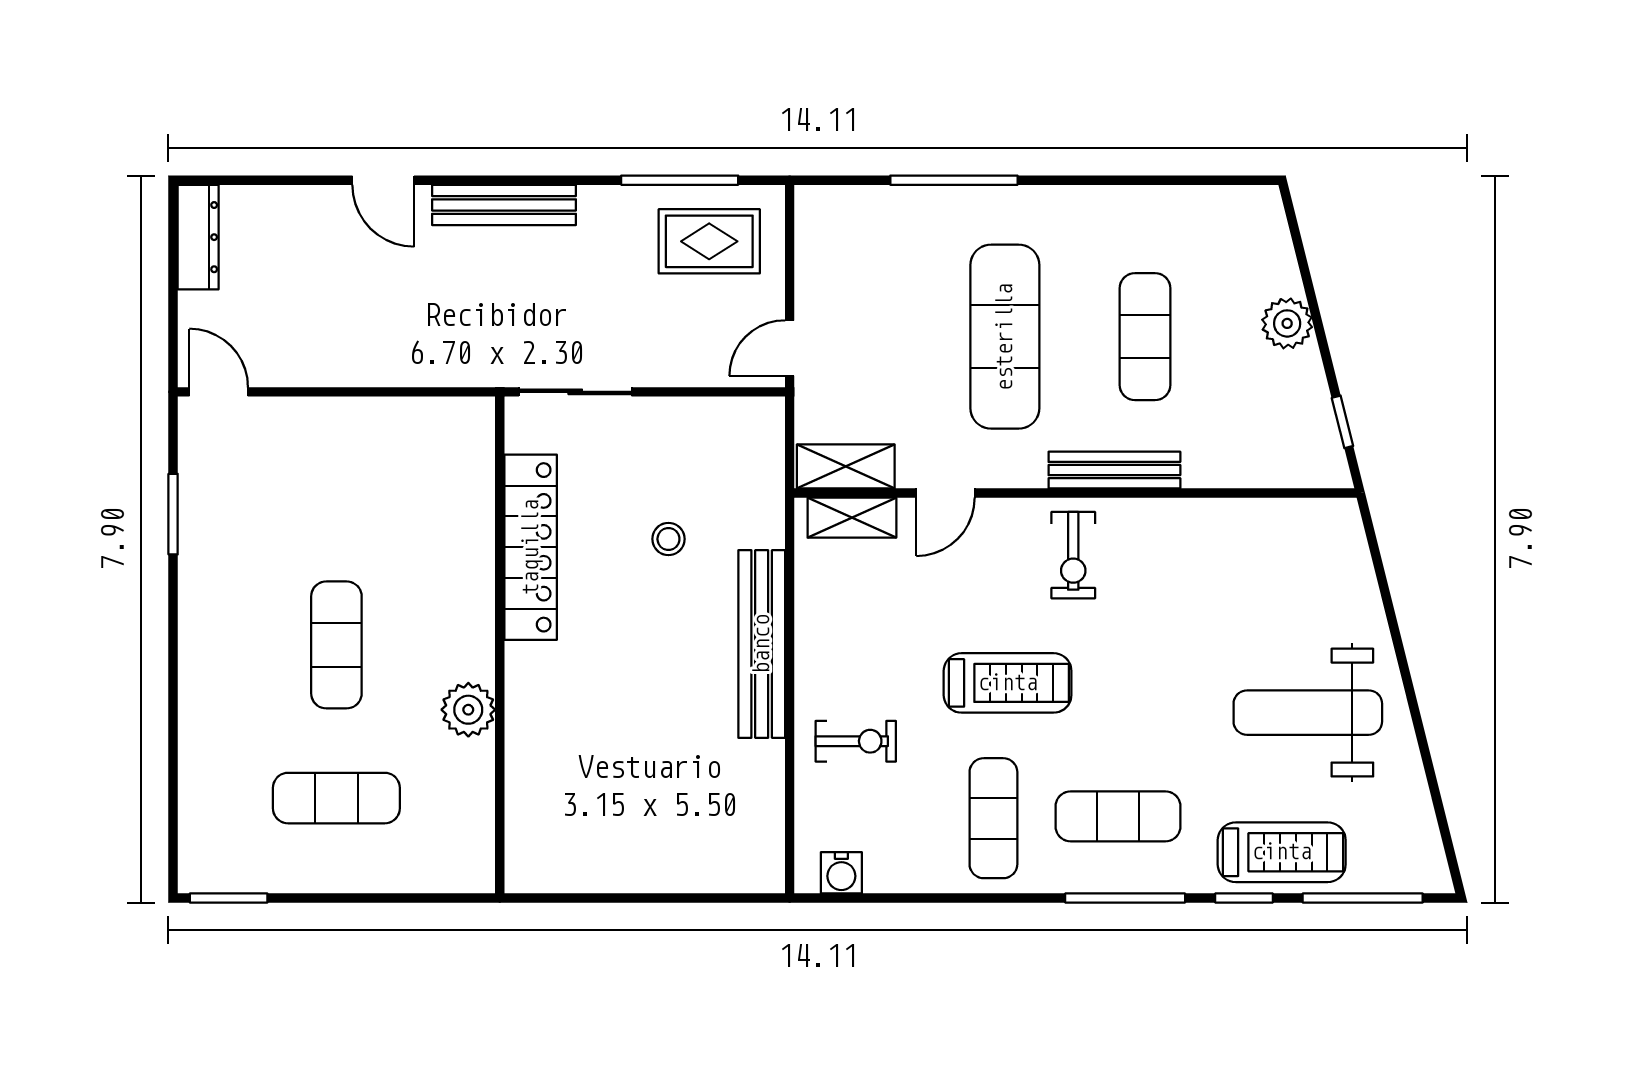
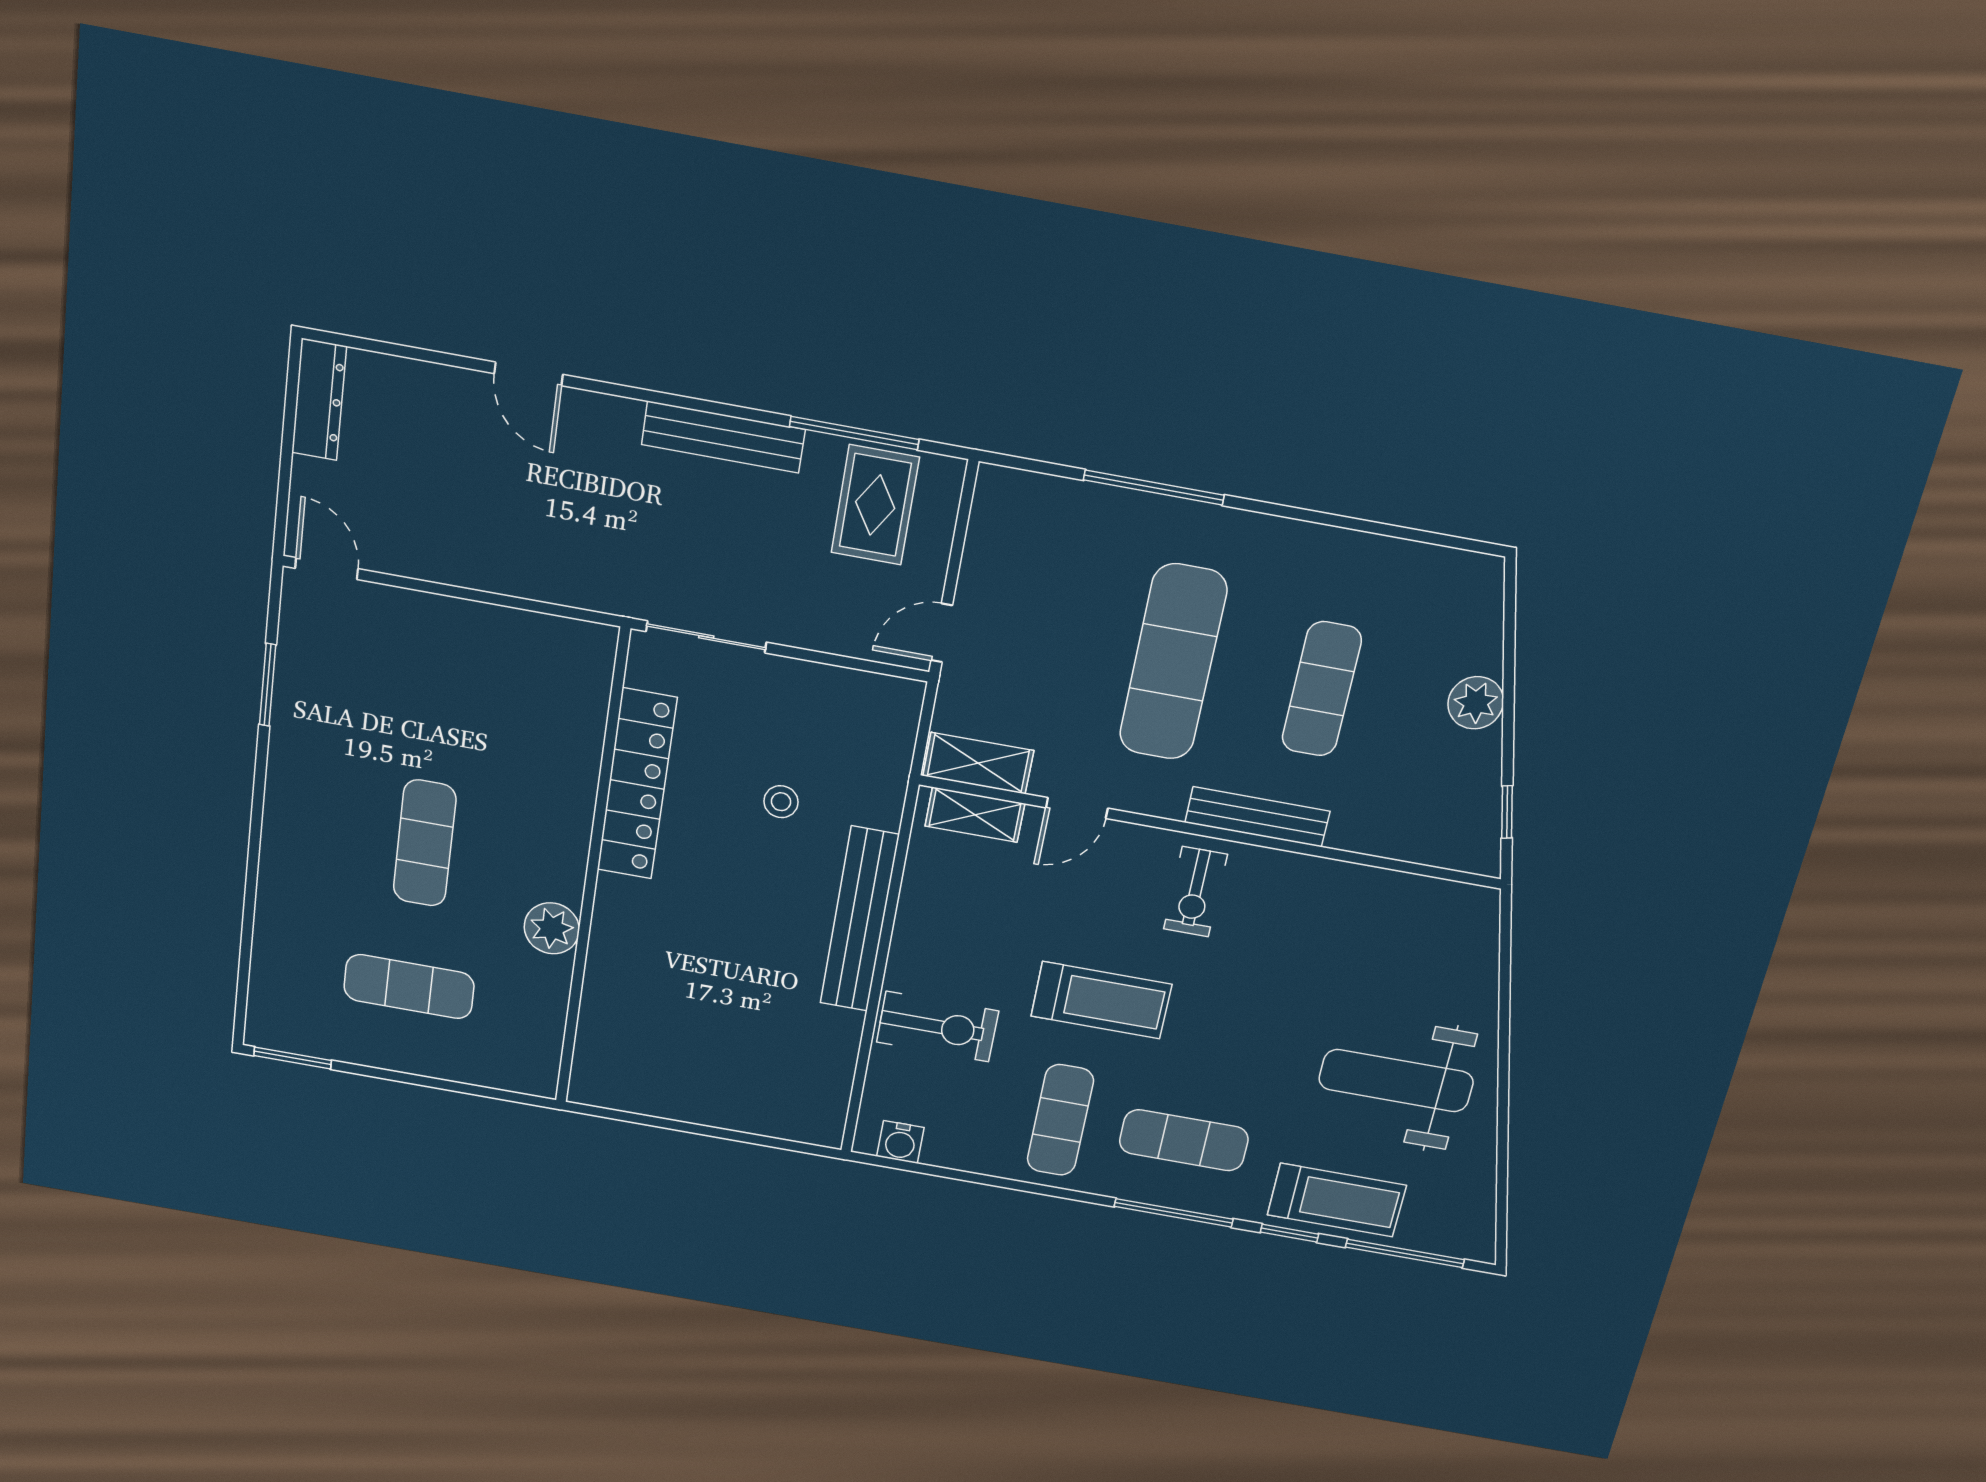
bench: (504, 205) -> (723, 437), moved
rug: (709, 241) -> (875, 505), turned 90
exercise bike: (856, 741) -> (938, 1027), width x1.38, depth x1.39

